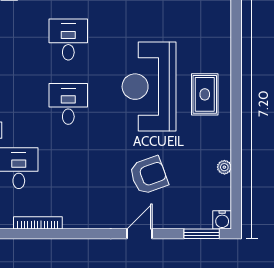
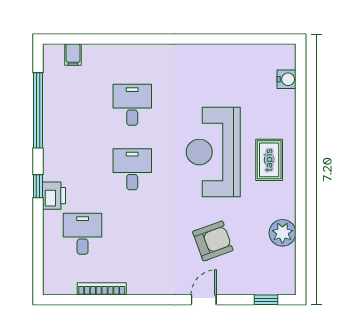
plant: (224, 167) -> (282, 233), width x1.88, depth x1.88
water cooler: (222, 220) -> (287, 79), moved, turned -90
window: (202, 234) -> (266, 300), width x0.67

